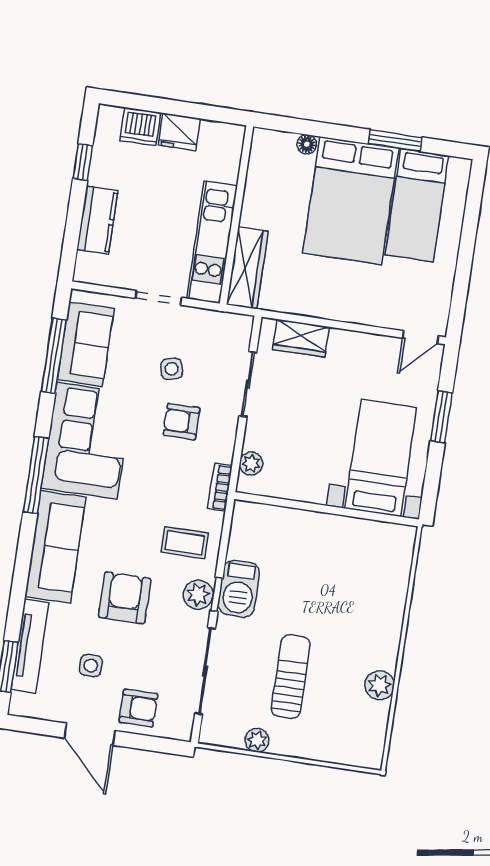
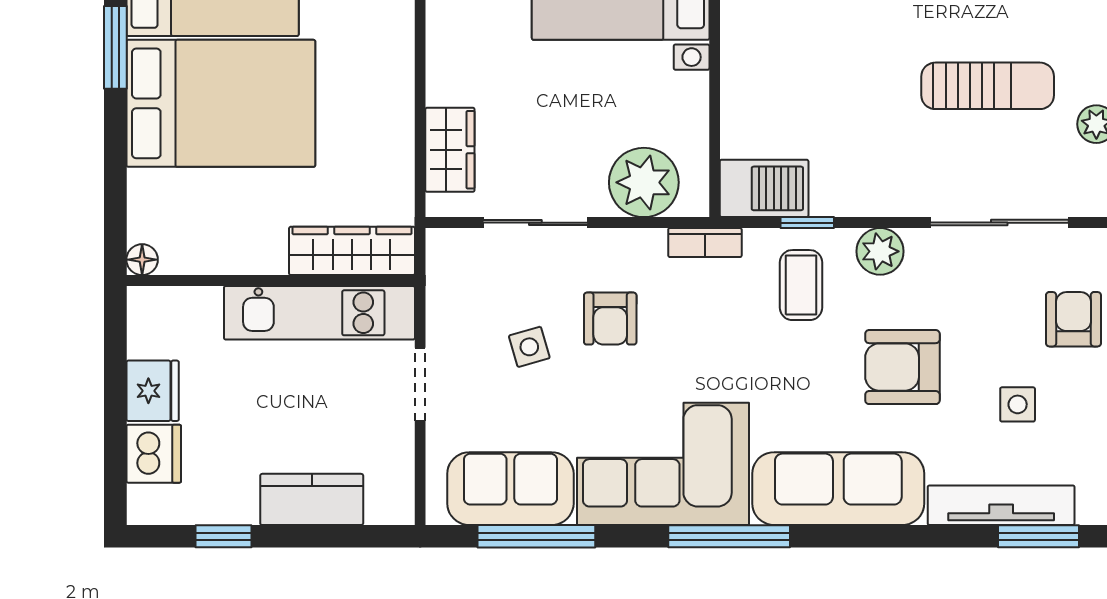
floor lamp: (307, 144) -> (142, 260), moved
plant: (251, 463) -> (644, 182), width x1.88, depth x1.88
barbecue: (239, 589) -> (764, 188), moved
window: (216, 594) -> (807, 223), moved
sun lounger: (291, 677) -> (988, 86), turned 180

